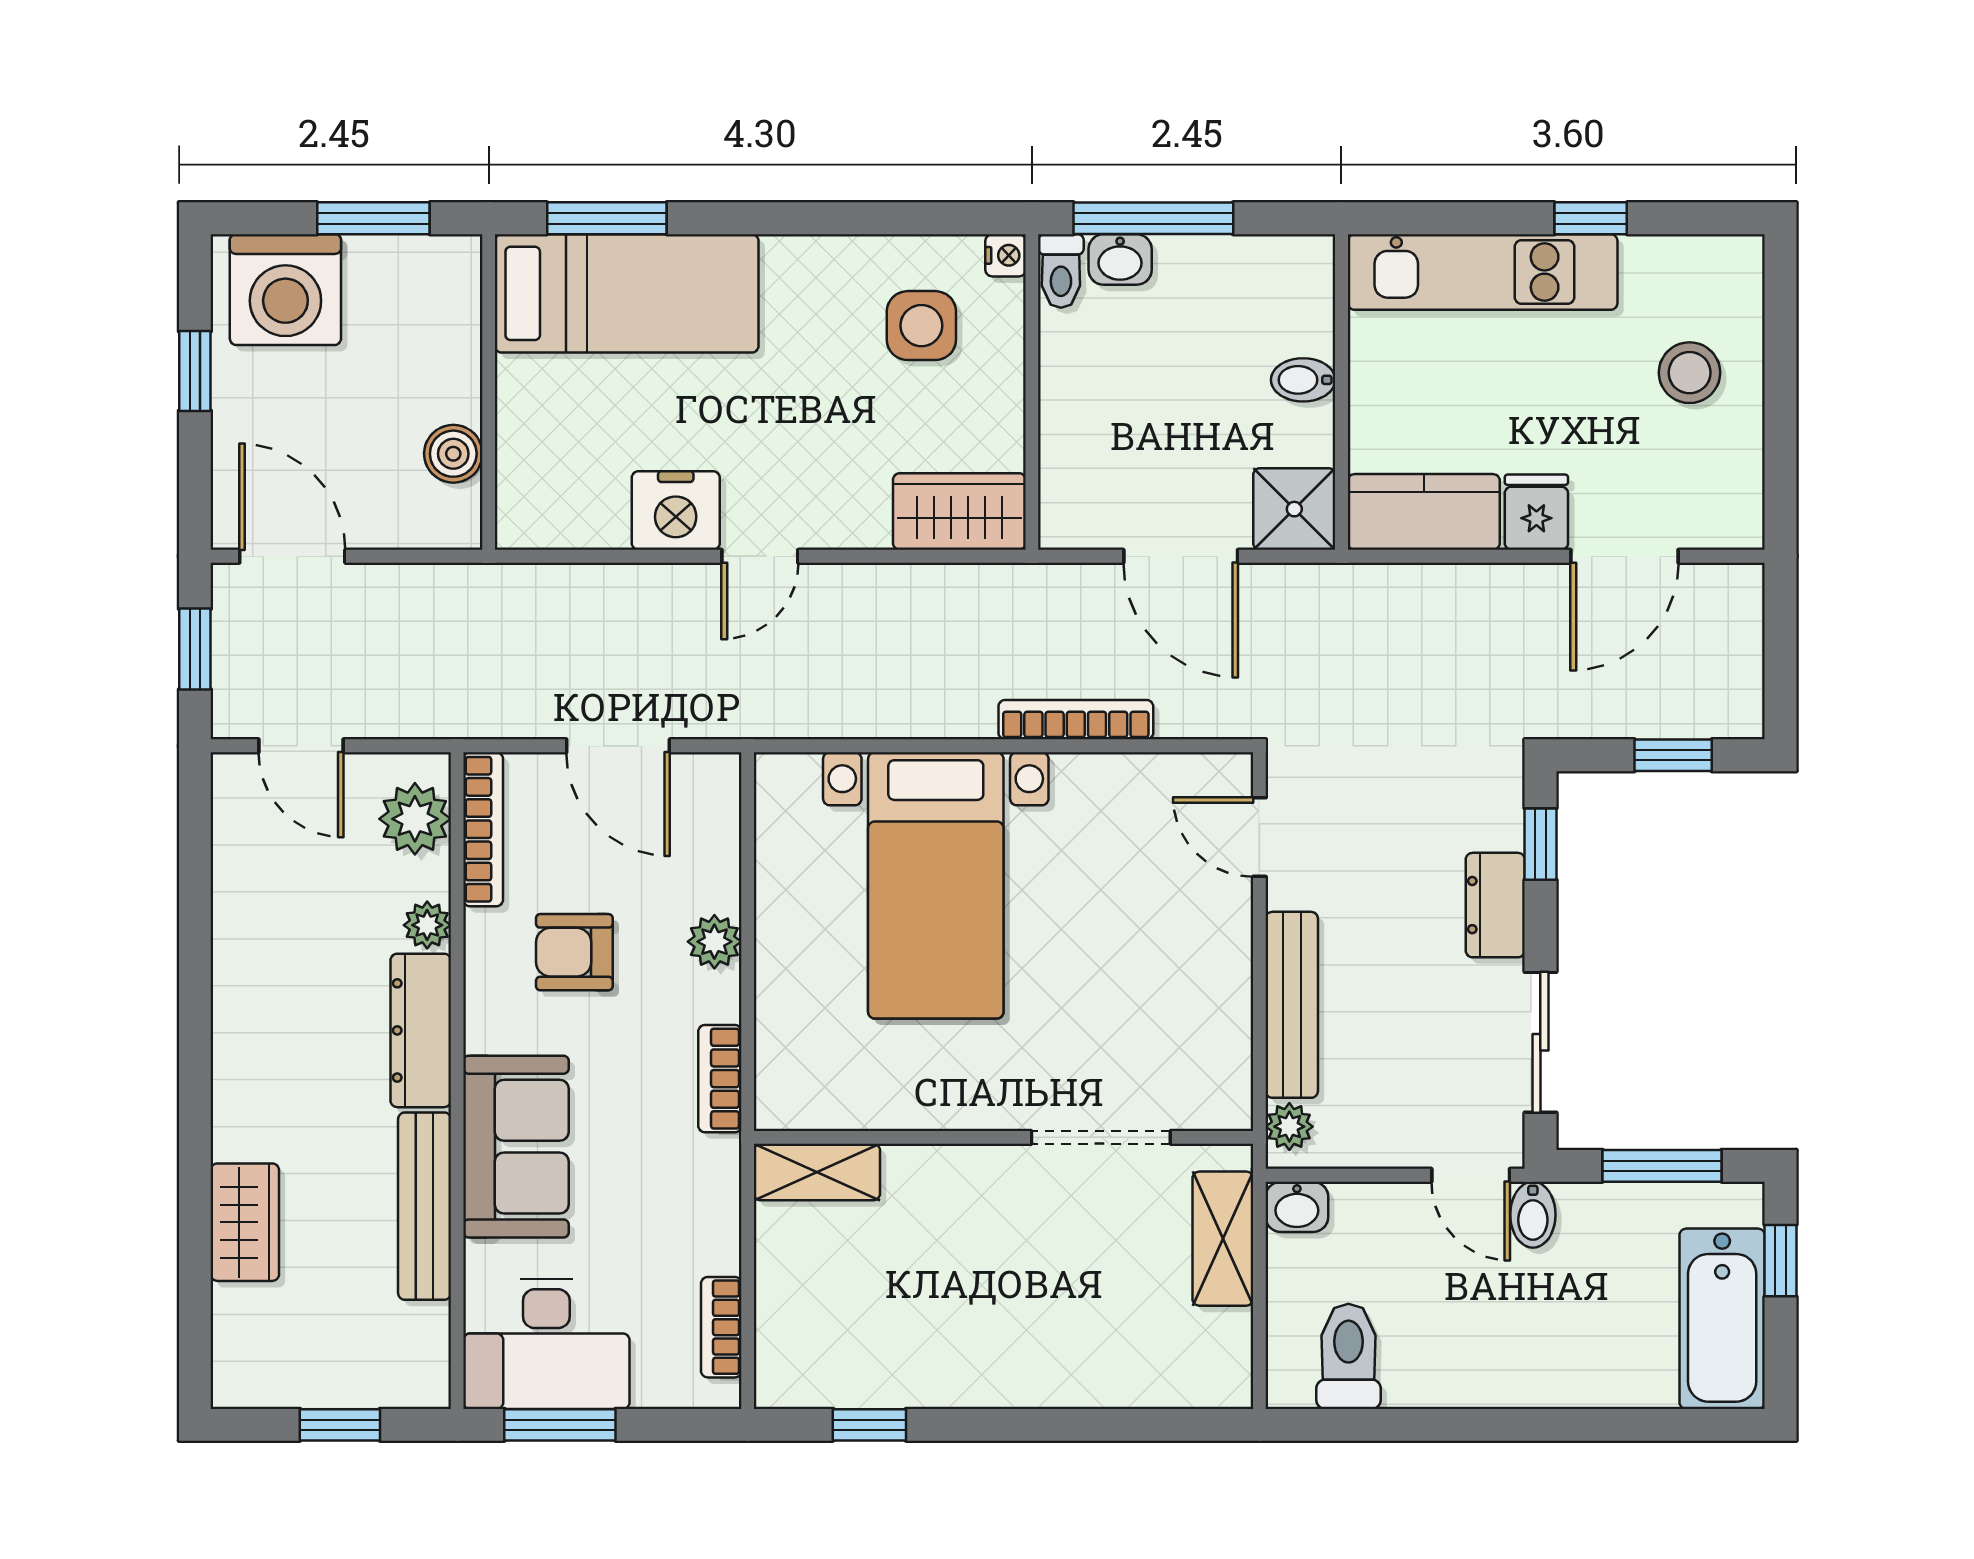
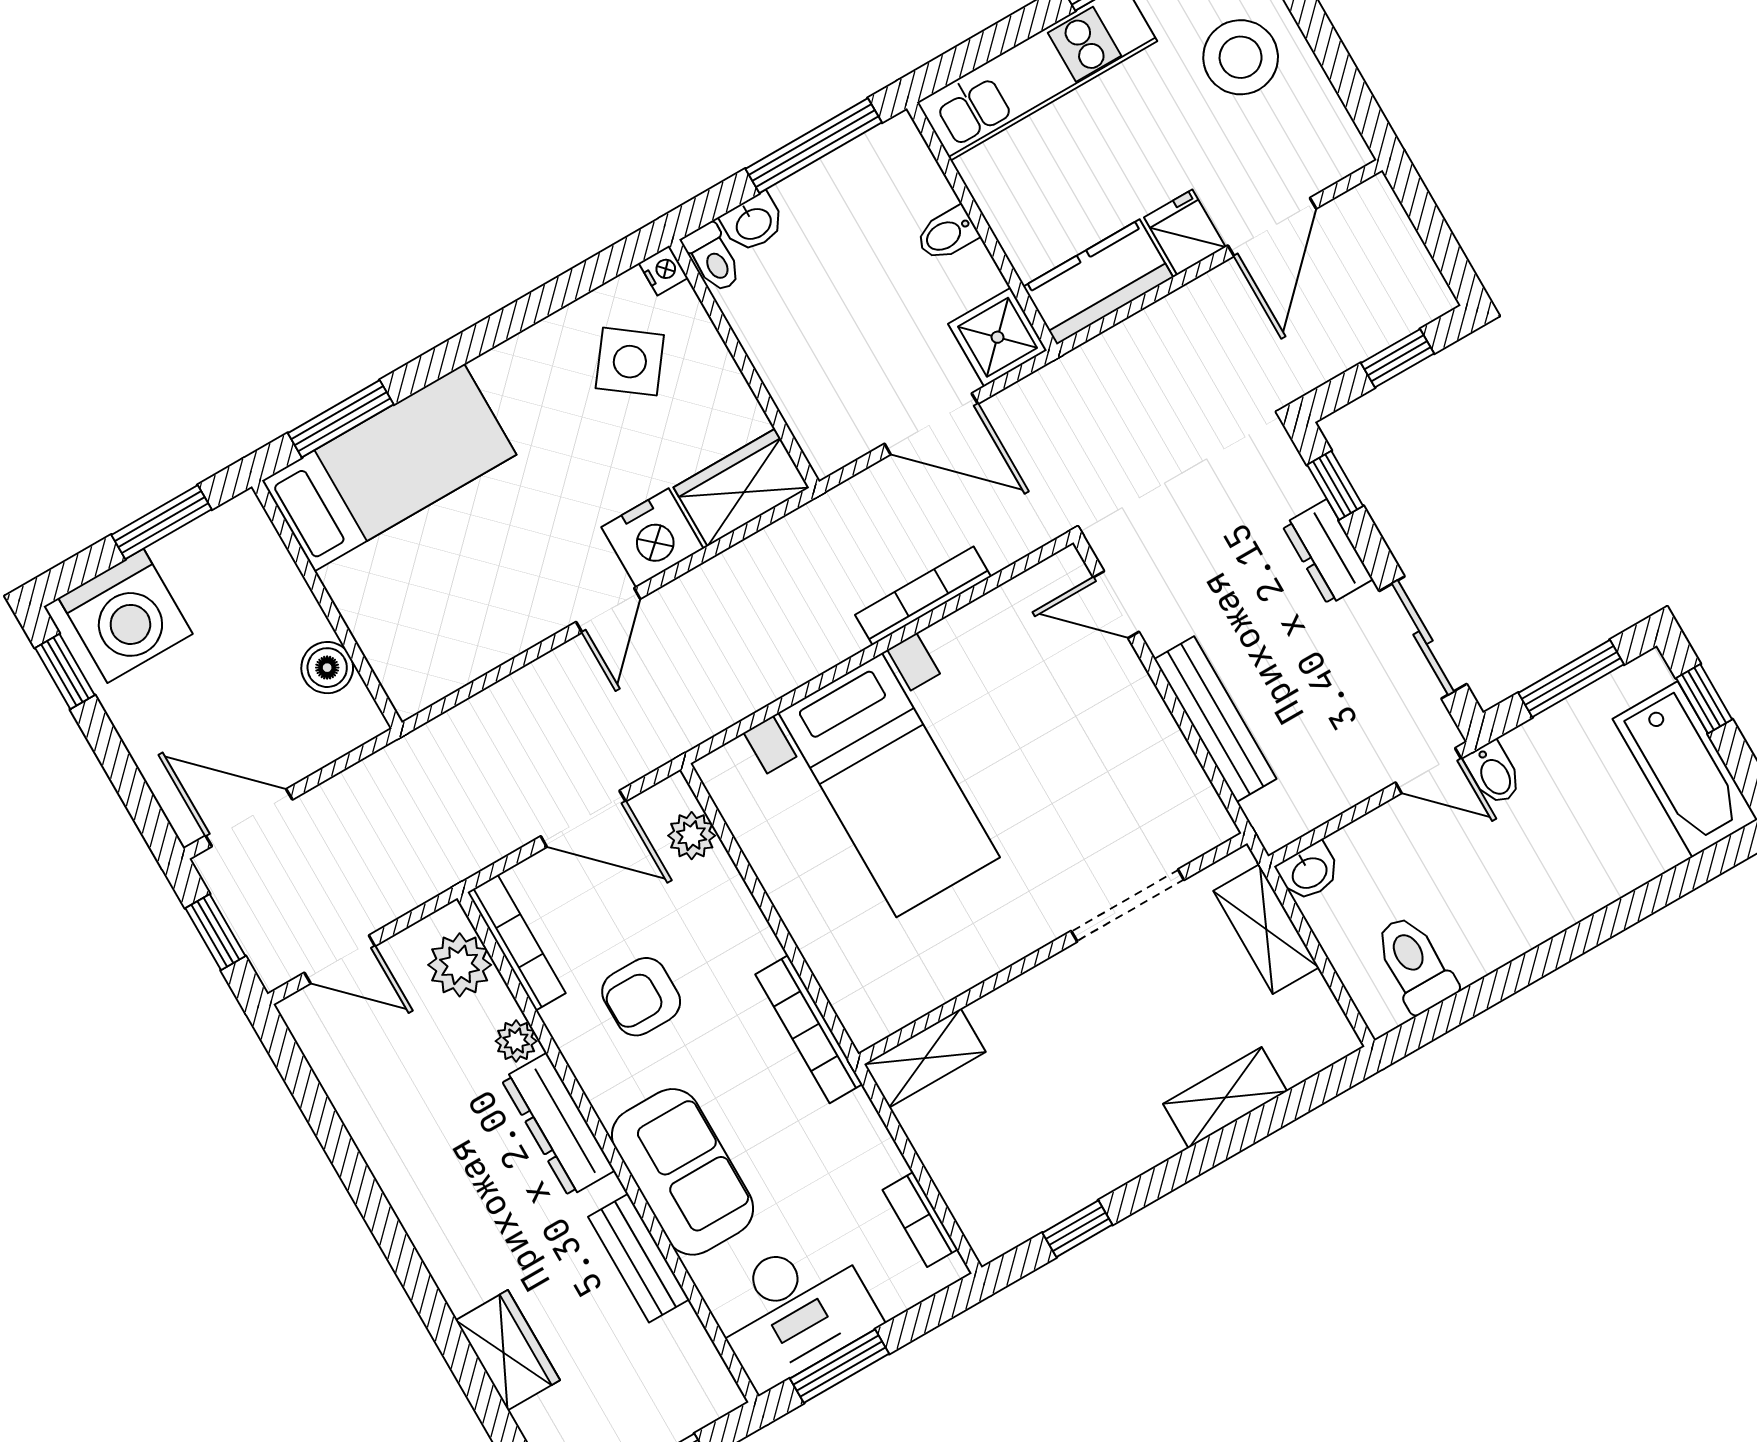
window: (1153, 218) -> (814, 146), moved
side table: (921, 326) -> (630, 362), turned 37
window: (195, 371) -> (65, 671), moved
stool: (1690, 373) -> (1241, 57), width x1.38, depth x1.38
nightstand: (676, 510) -> (652, 538), moved
plant: (714, 942) -> (692, 836), moved
bookcase: (720, 1079) -> (809, 1029), width x1.56
plant: (1289, 1127) -> (1267, 814), removed
bench: (424, 1206) -> (639, 1258), width x0.73
shelving: (1088, 1380) -> (1225, 1098), added

